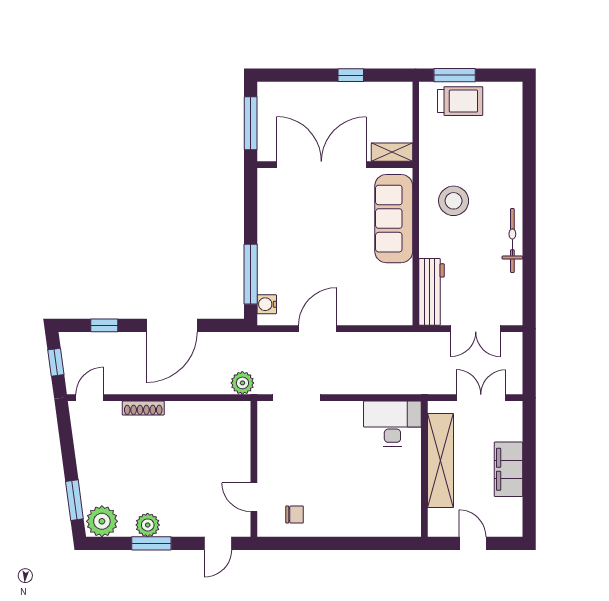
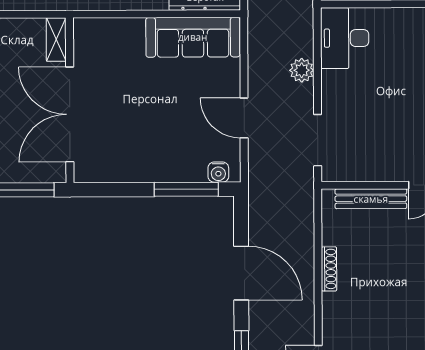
sofa: (394, 219) -> (193, 37), moved
plant: (242, 383) -> (302, 70), moved
shoe rack: (143, 408) -> (329, 269), moved
bench: (241, 448) -> (371, 199), added

